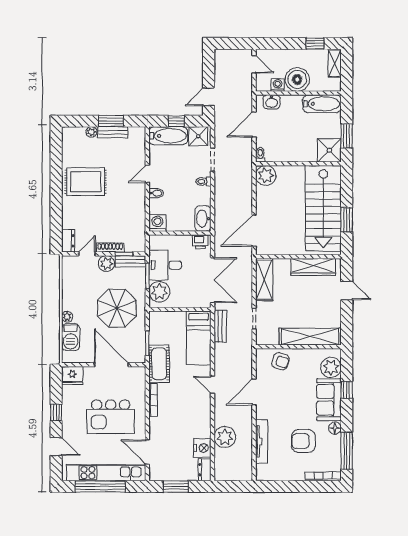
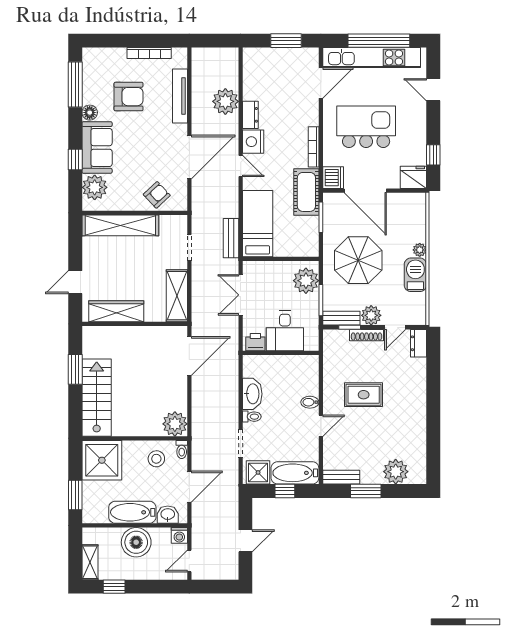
door: (254, 64) -> (189, 561), hinge flipped
washing machine: (278, 85) -> (179, 535), moved
door: (209, 97) -> (245, 541), moved
bathtub: (322, 104) -> (132, 512), moved
plant: (91, 132) -> (396, 472), width x1.87, depth x1.87
bench: (113, 132) -> (341, 477), moved
window: (347, 136) -> (75, 495), moved
stool: (281, 147) -> (156, 459), added
shower: (329, 150) -> (102, 460), width x1.37, depth x1.37
rug: (86, 182) -> (364, 395), moved, width x0.73, depth x0.70
stairs: (323, 208) -> (97, 398), width x0.73, depth x0.66
washbasin: (203, 219) -> (252, 394), moved
washing machine: (157, 223) -> (308, 365), removed
desk: (165, 265) -> (285, 331), moved, turned 90
double door: (212, 280) -> (241, 295), width x0.73
door: (347, 290) -> (75, 282), hinge flipped
barbecue: (71, 337) -> (415, 275), moved
armchair: (280, 361) -> (157, 195), turned 119
dishwasher: (137, 375) -> (333, 178), added
door: (254, 392) -> (189, 157), width x1.36
window: (56, 412) -> (433, 155), moved
nightstand: (202, 448) -> (253, 142), moved
door: (147, 452) -> (321, 83), hinge flipped
dresser: (205, 470) -> (250, 115), moved
bookcase: (323, 476) -> (149, 53), moved

